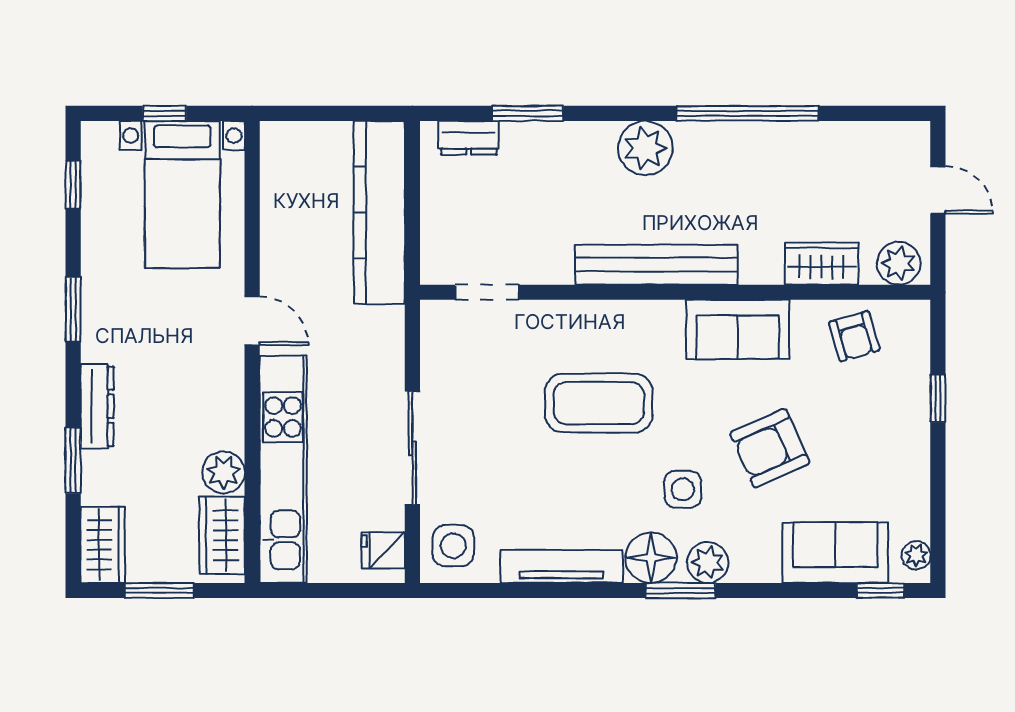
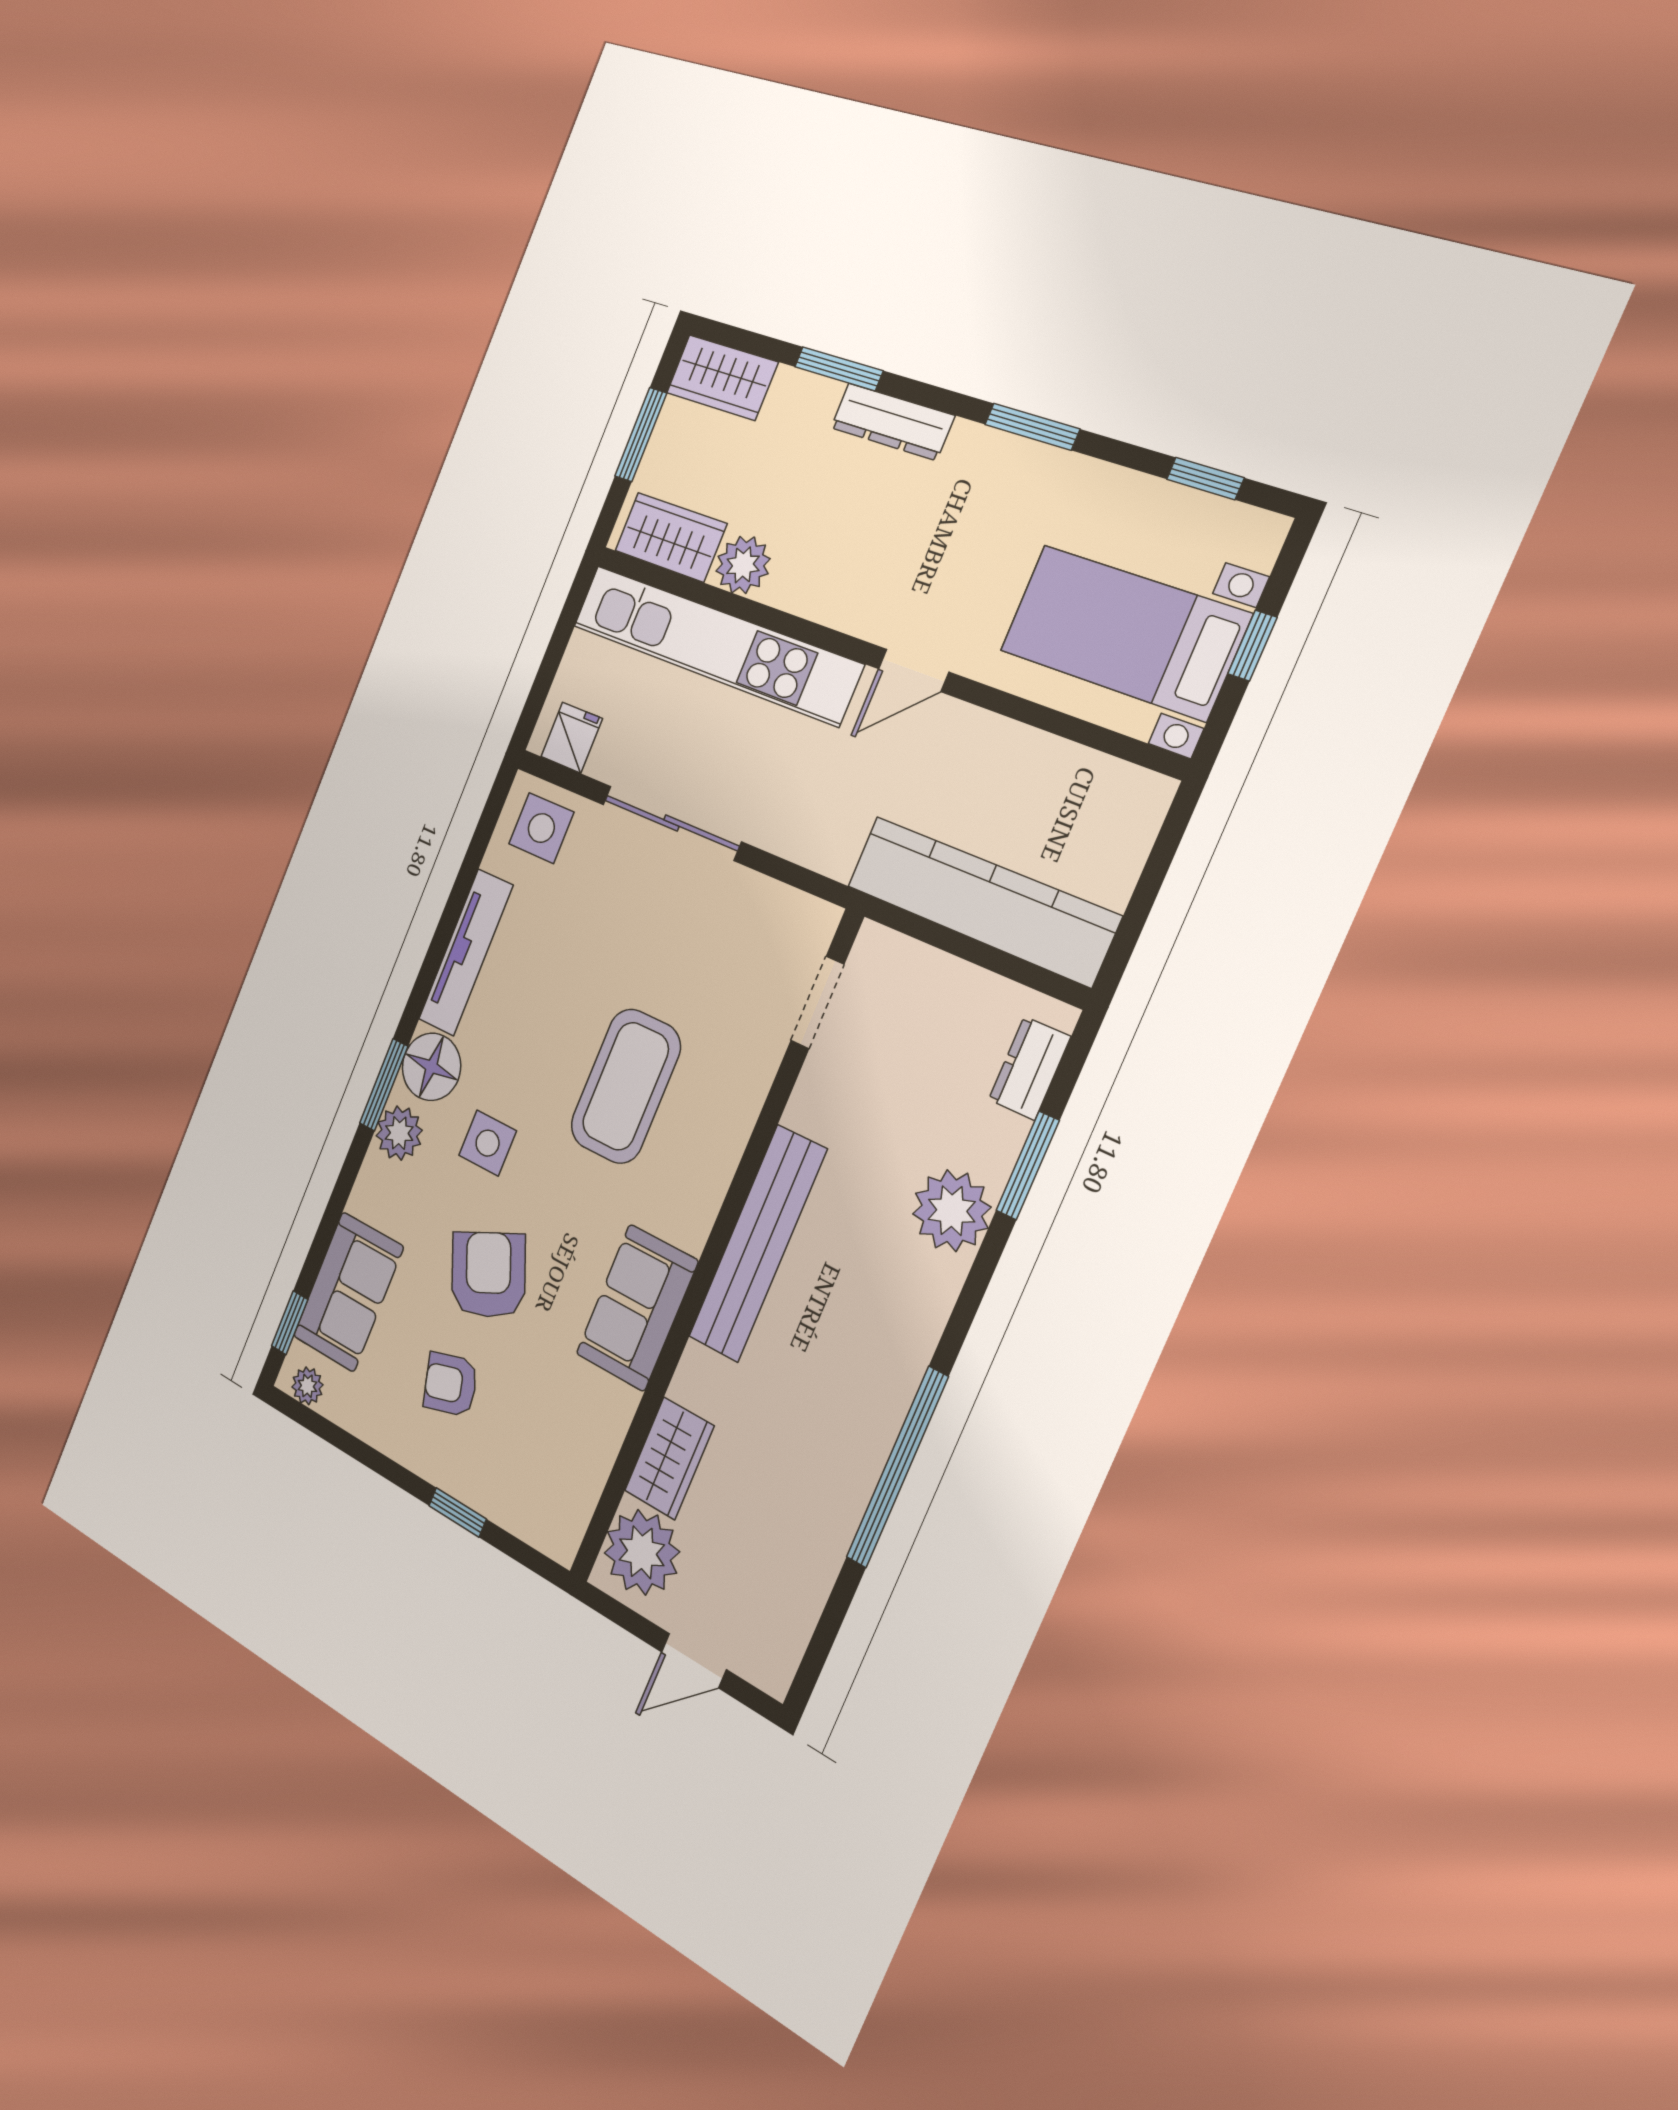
plant: (645, 148) -> (952, 1211), moved
plant: (899, 263) -> (642, 1552), width x1.36, depth x1.36
armchair: (854, 336) -> (451, 1384), moved

